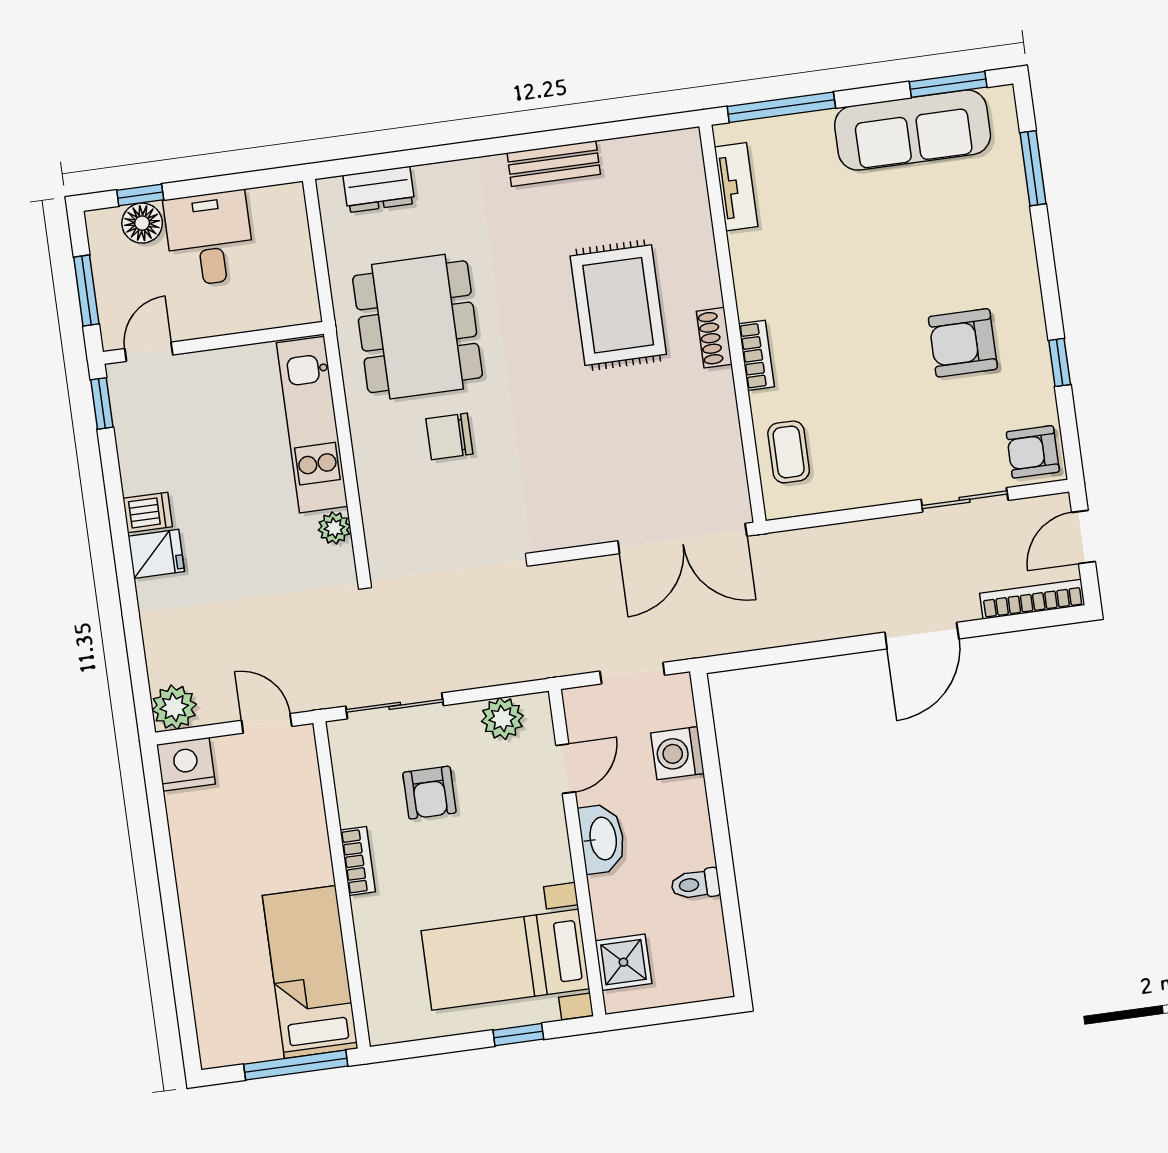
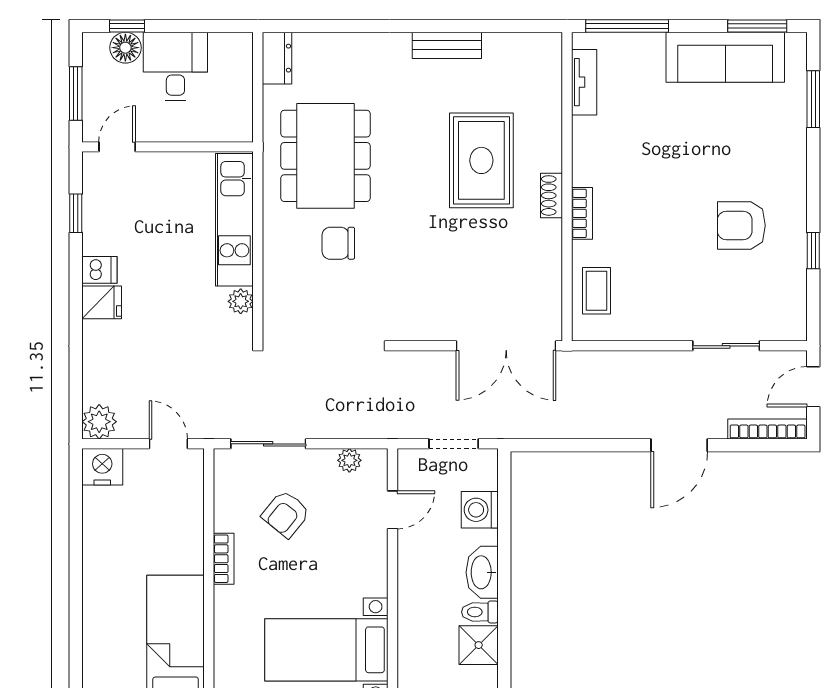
dresser: (379, 189) -> (277, 58), moved, turned -90
window: (102, 403) -> (76, 213), moved
armchair: (1033, 452) -> (783, 316), removed
plant: (502, 718) -> (349, 460), width x0.73, depth x0.73
armchair: (429, 793) -> (286, 514), turned 39
washbasin: (602, 839) -> (482, 572), moved, turned 180
shower: (623, 962) -> (479, 645), moved

